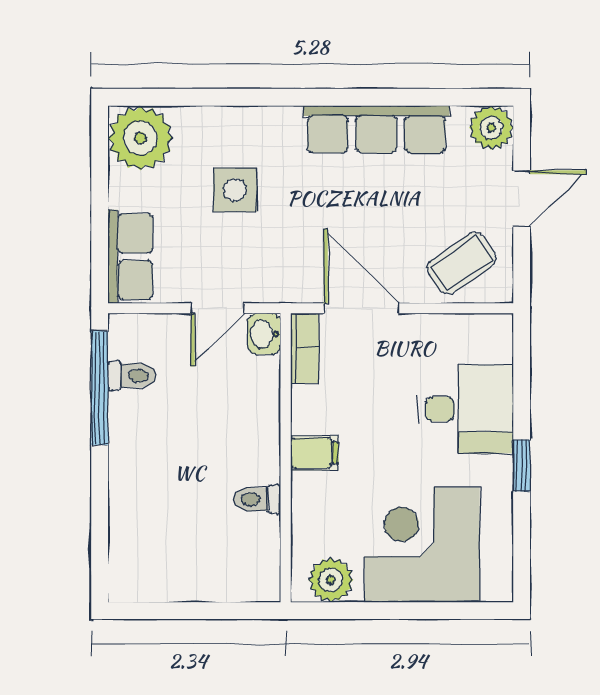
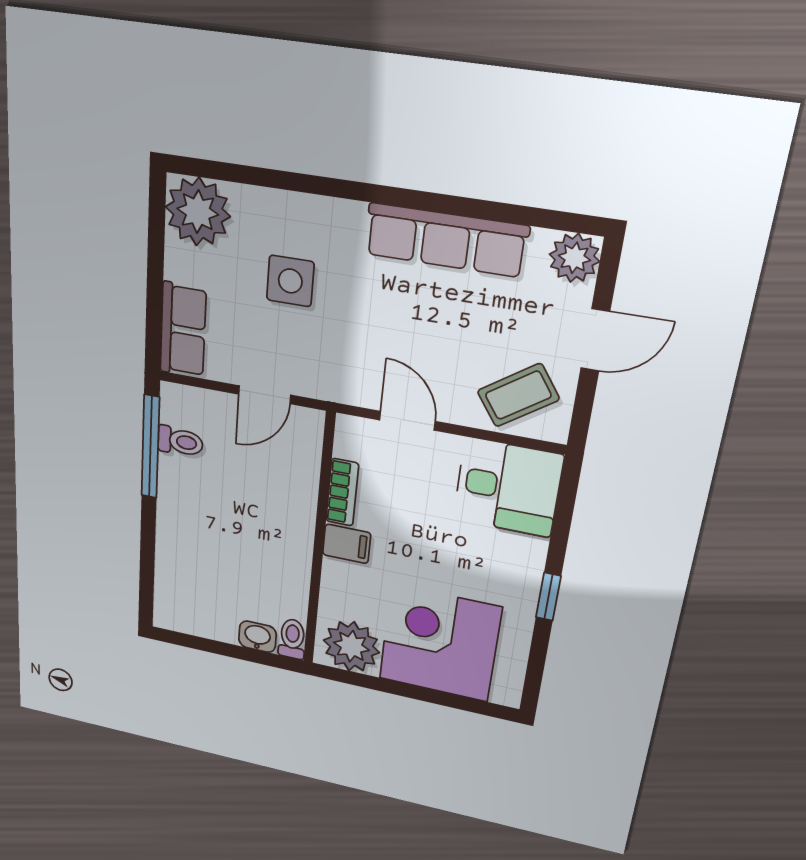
door: (361, 308) -> (407, 421), width x0.73
washbasin: (264, 334) -> (257, 637), moved, turned 90
bookcase: (305, 348) -> (342, 492), moved
desk: (466, 409) -> (508, 487), moved
toilet: (257, 499) -> (292, 639), moved, turned 90
plant: (331, 580) -> (351, 646), width x1.36, depth x1.36

